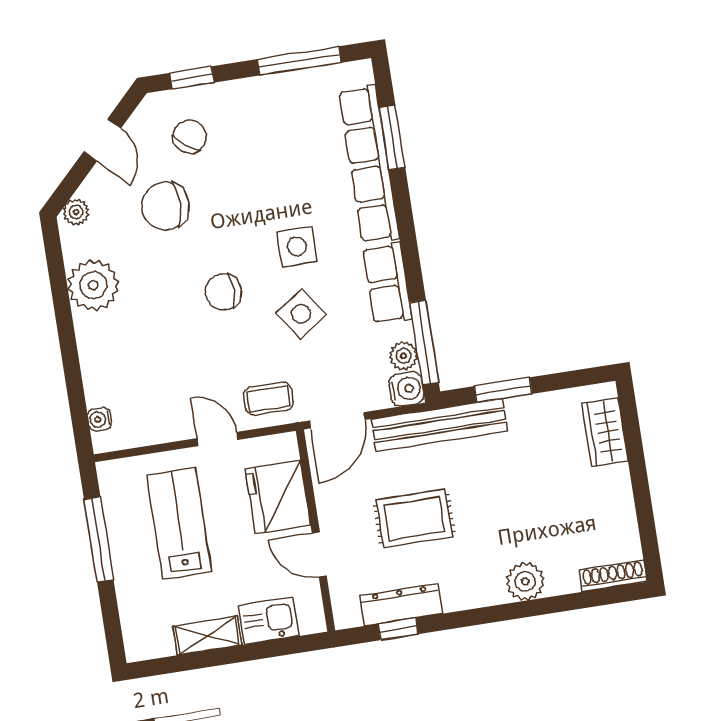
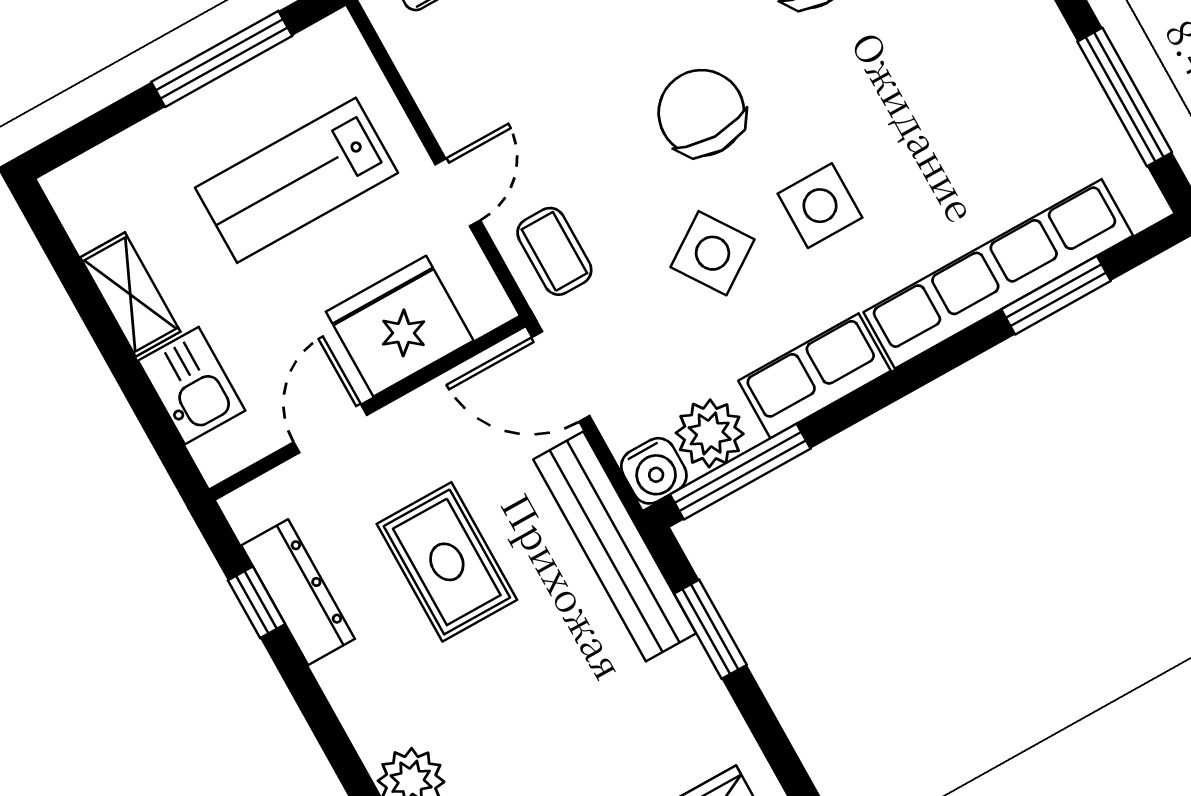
chair: (223, 292) -> (701, 113), width x1.37, depth x1.37
plant: (404, 356) -> (710, 433), width x1.38, depth x1.38
lab bench: (179, 523) -> (296, 180), turned 180

